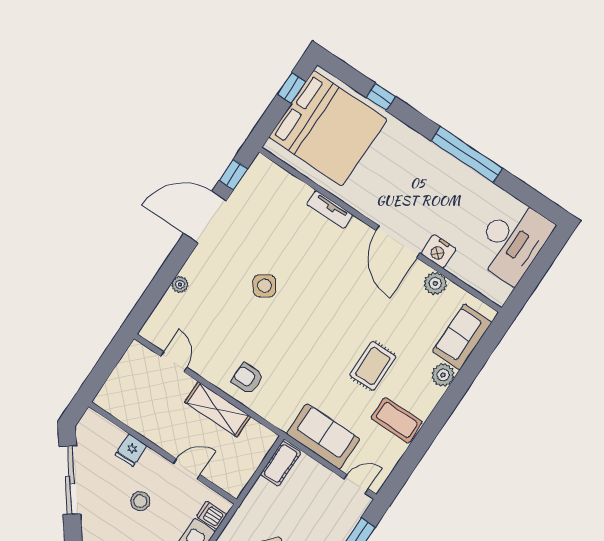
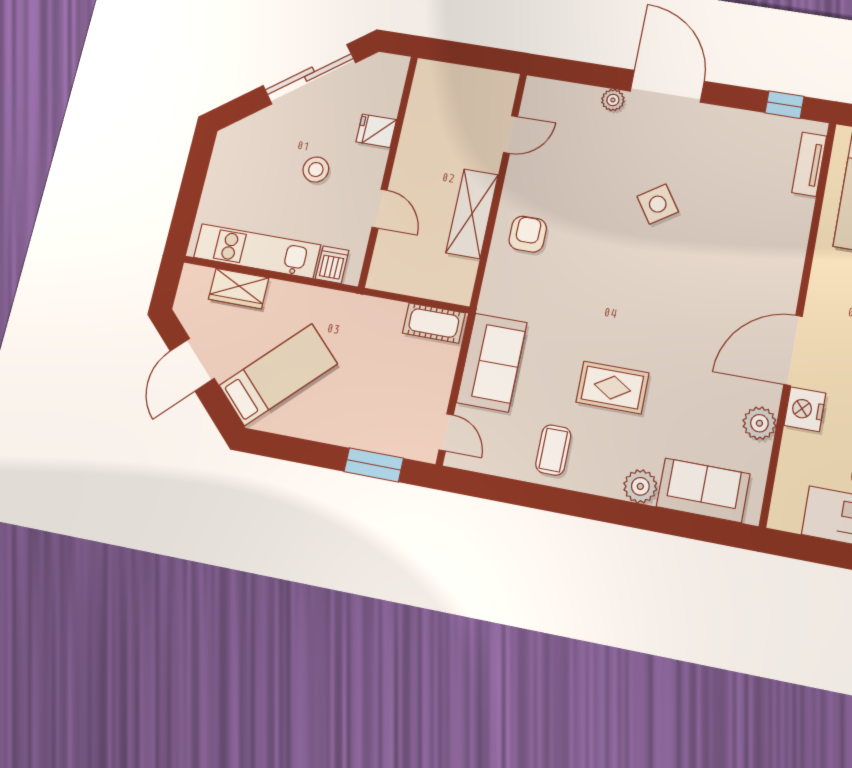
tv unit: (330, 209) -> (809, 164), moved
door: (205, 217) -> (667, 86), moved
coffee table: (397, 420) -> (553, 450), width x0.73, depth x0.77

